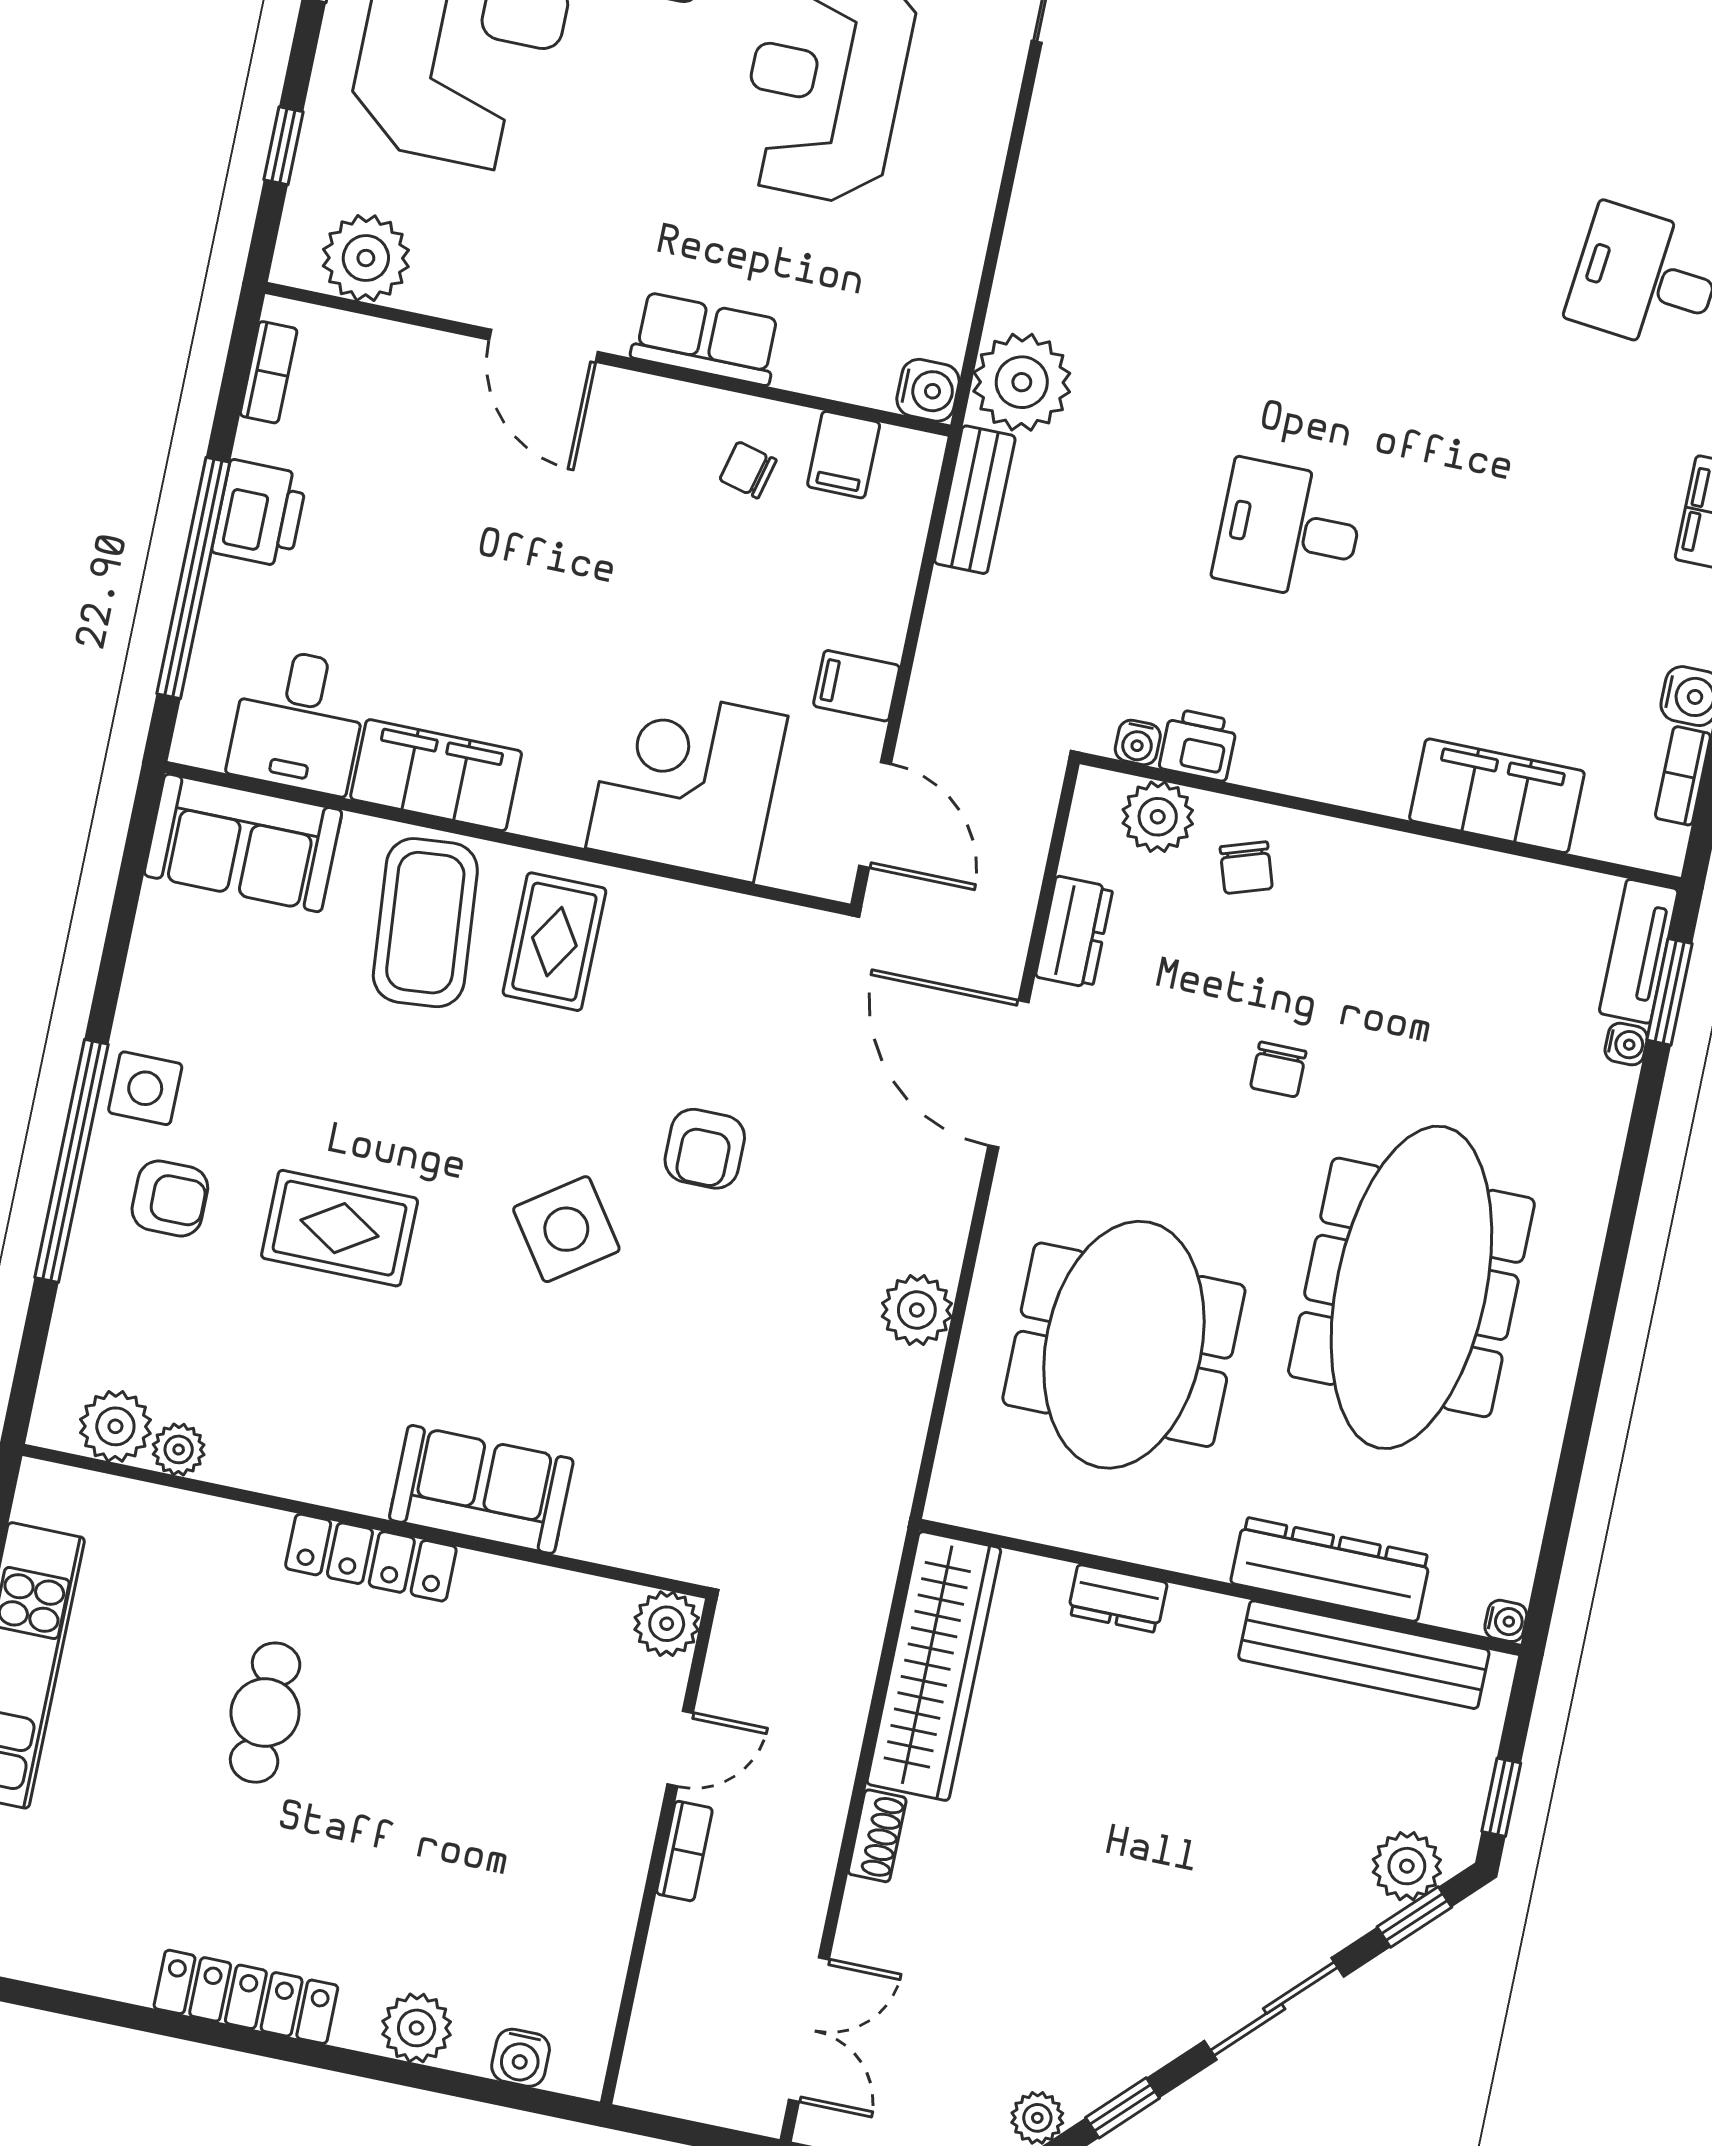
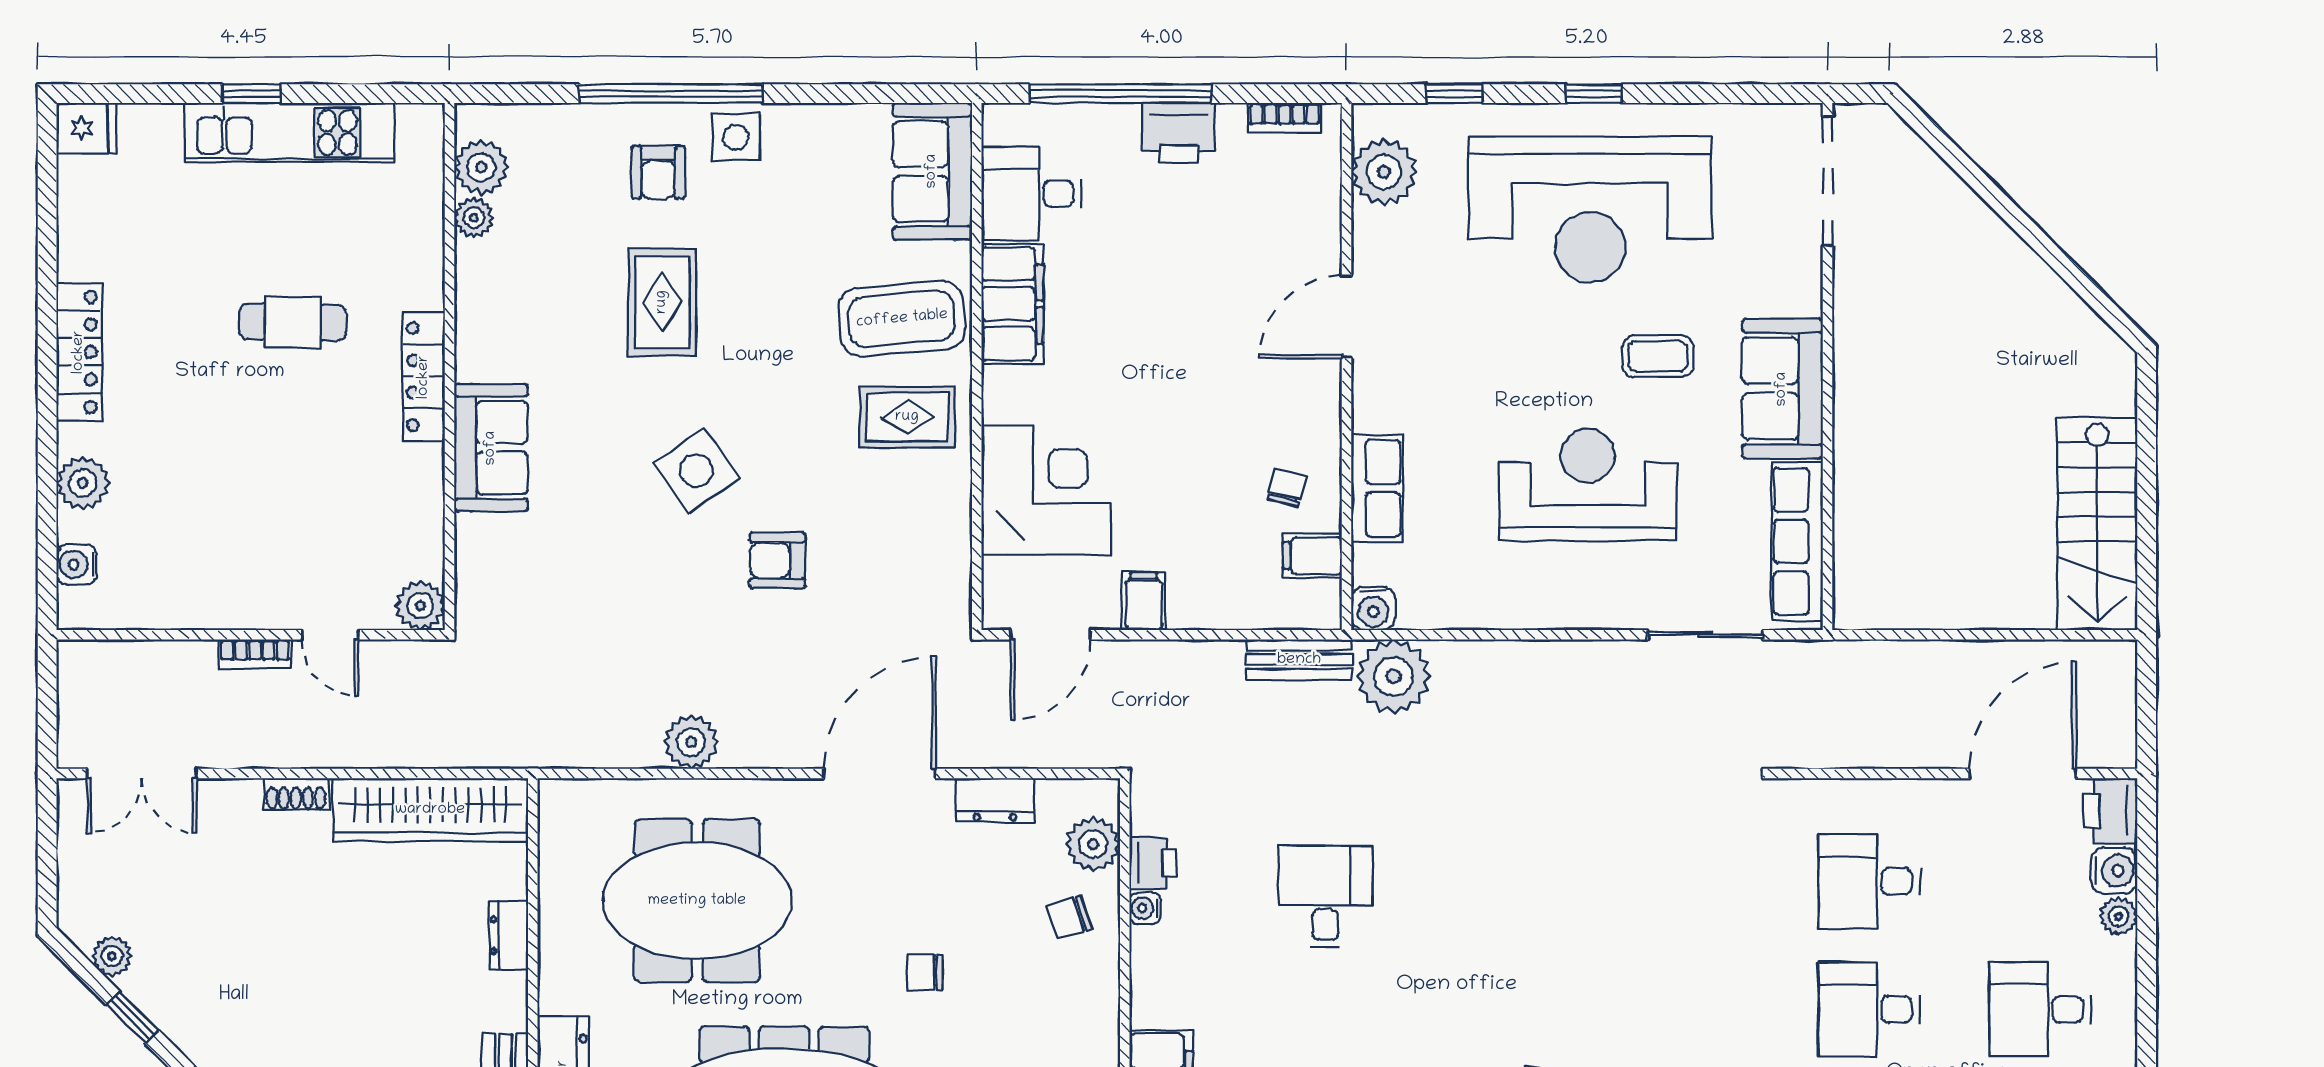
row of seats: (706, 339) -> (1377, 488), moved
water cooler: (1138, 742) -> (1145, 908), moved

